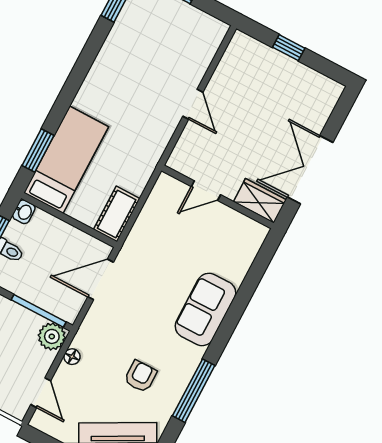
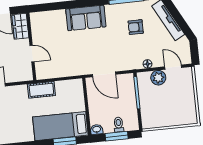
cot: (117, 214) -> (41, 90), moved
plant: (52, 336) -> (158, 78), moved
door: (41, 393) -> (173, 67), hinge flipped

